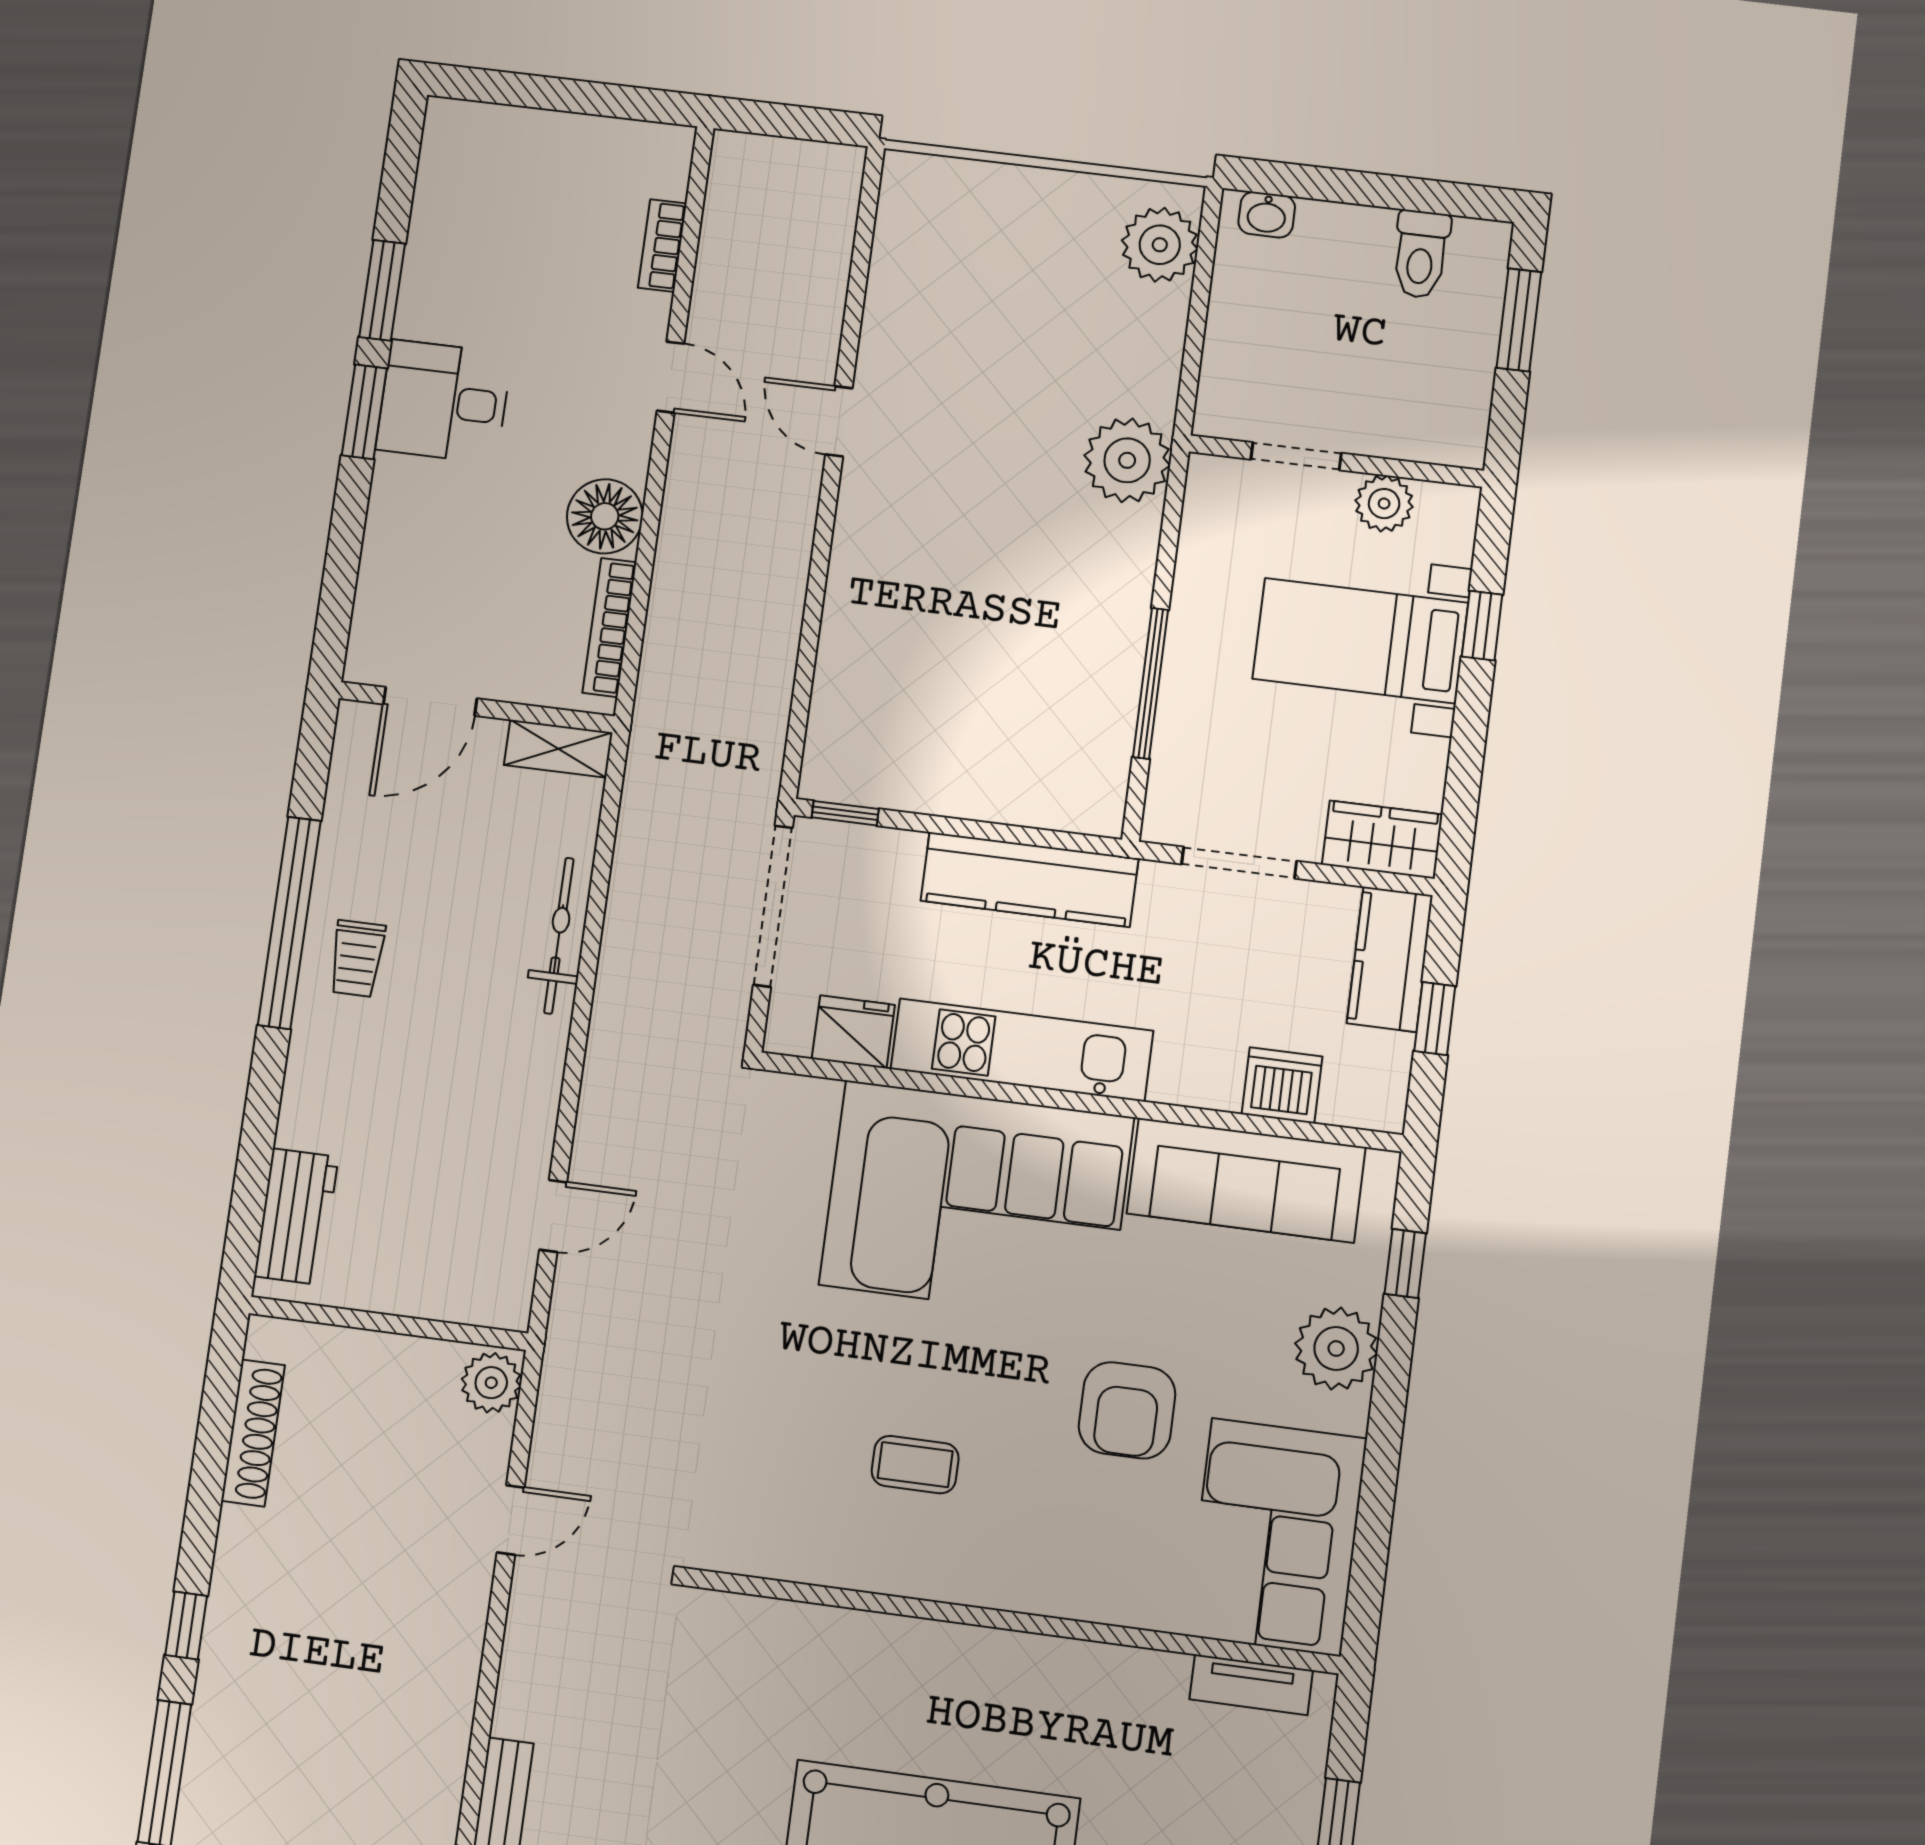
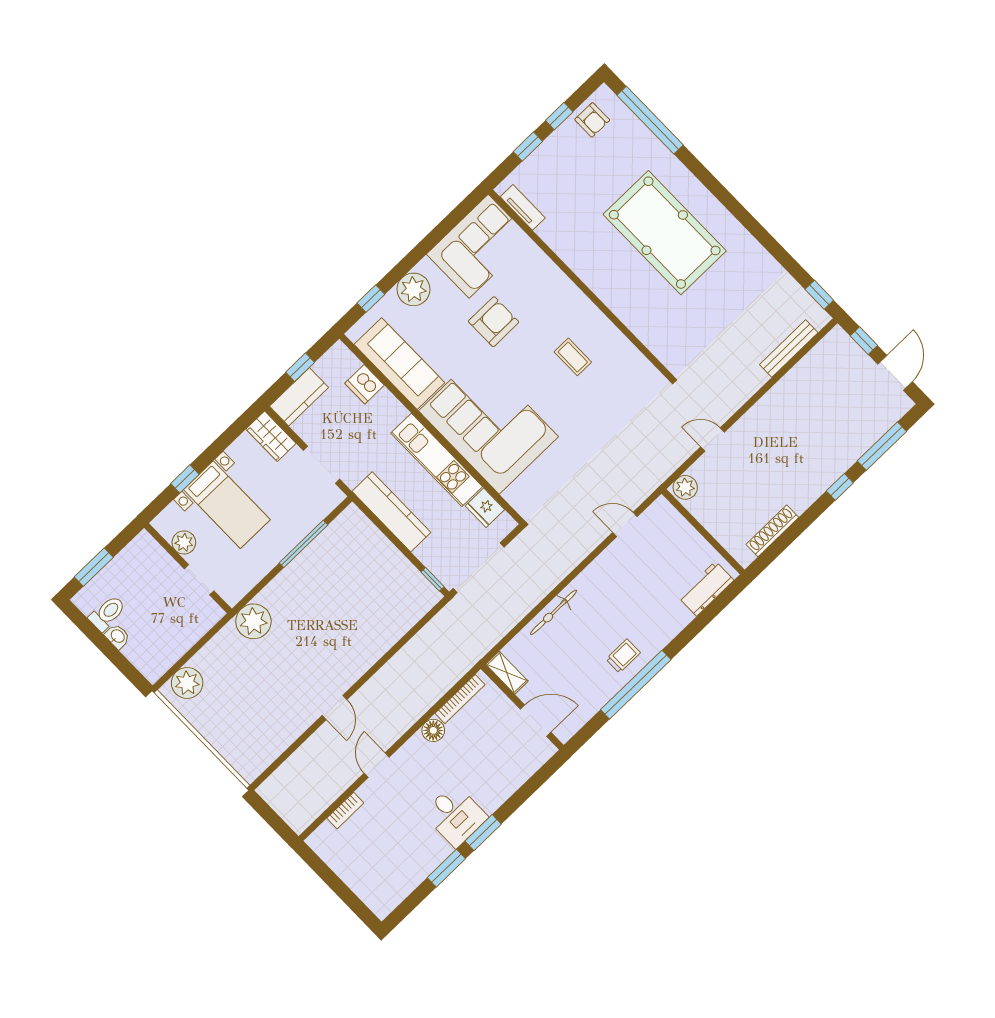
washbasin: (1267, 215) -> (117, 636), moved
floor lamp: (605, 516) -> (433, 730), width x0.73, depth x0.73

